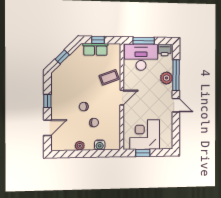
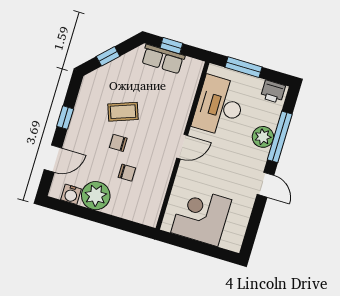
desk: (141, 57) -> (219, 106), moved, turned -90
coffee table: (109, 77) -> (123, 112), moved
water cooler: (100, 145) -> (71, 194), moved
plant: (80, 146) -> (96, 196), width x1.88, depth x1.88
window: (143, 153) -> (189, 244), removed

